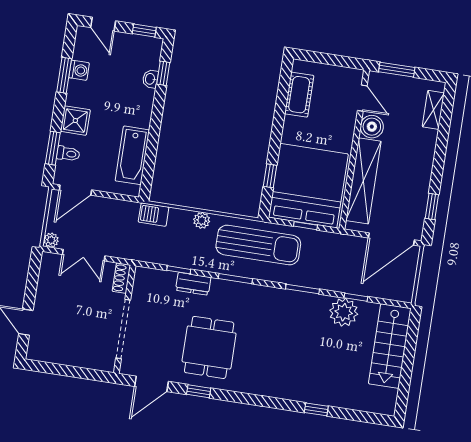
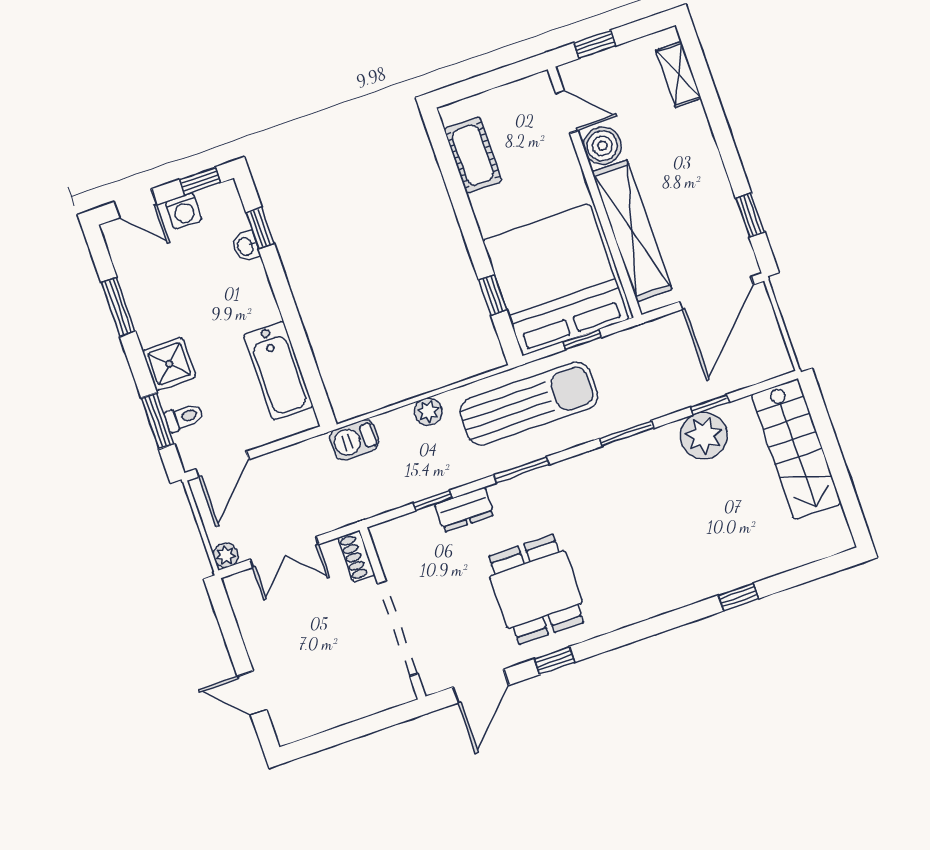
washing machine: (79, 70) -> (184, 211), moved, turned 90
window: (397, 70) -> (595, 44), width x0.67

